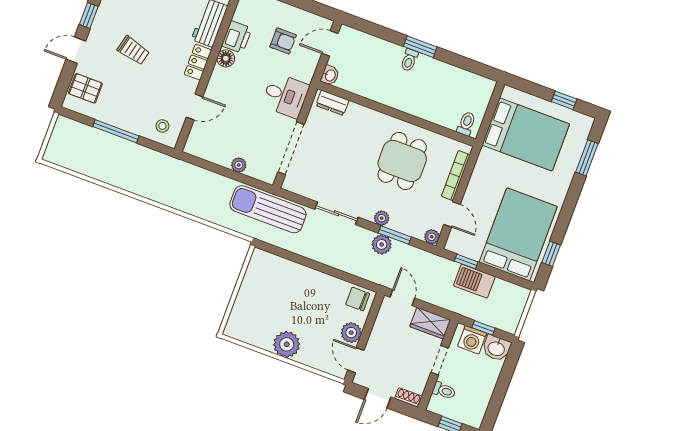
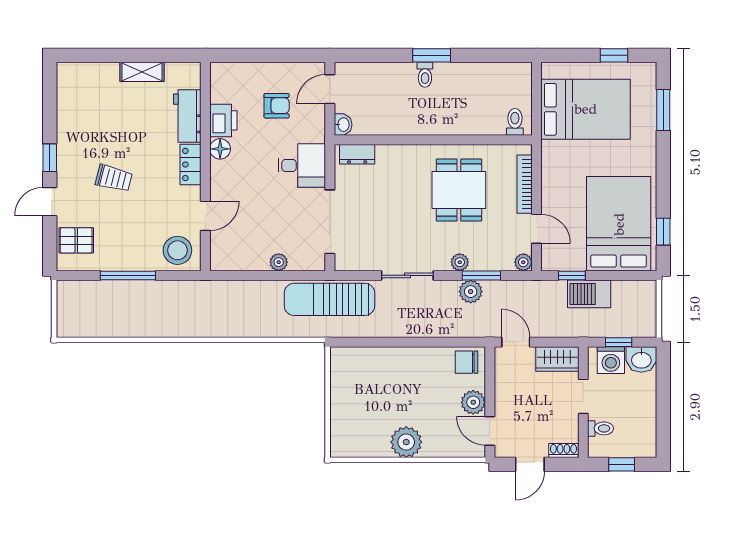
stool: (162, 126) -> (177, 250), width x1.89, depth x1.89

